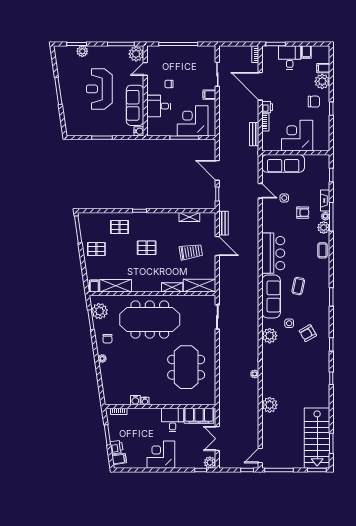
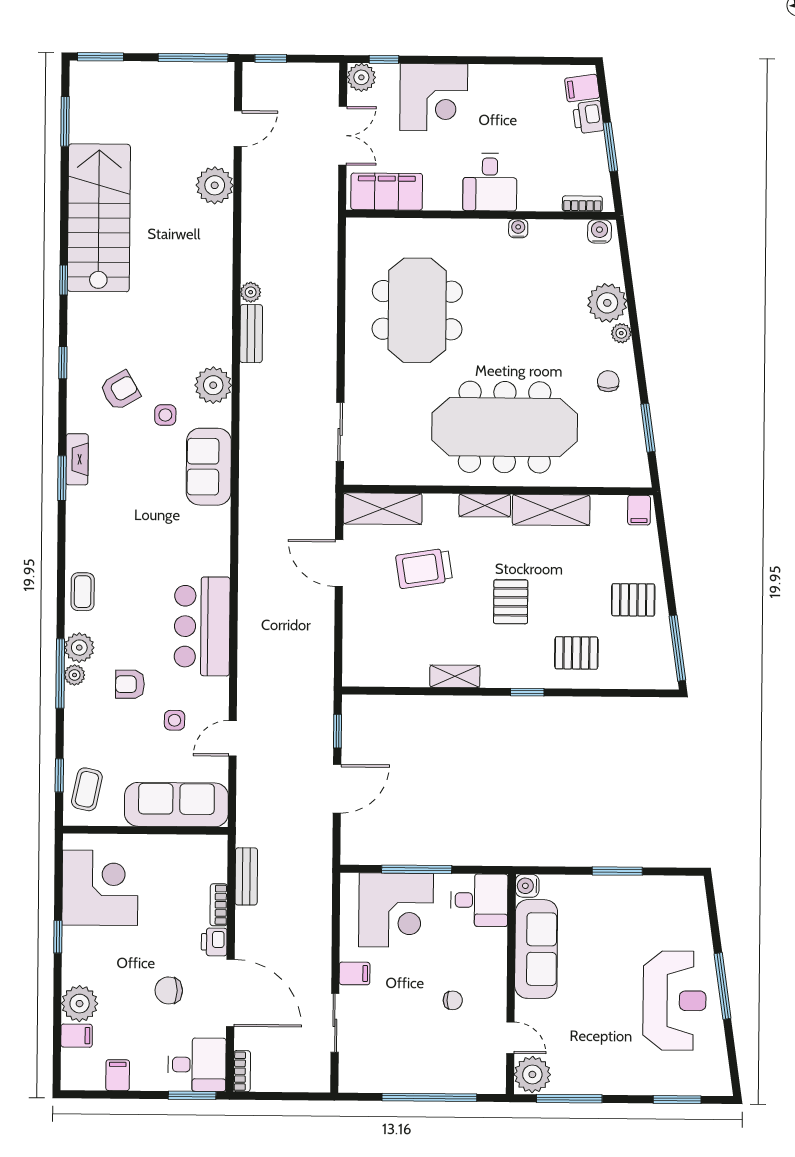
plant: (82, 51) -> (663, 1082), removed
desk: (290, 58) -> (197, 1065), moved, turned -90
door: (145, 69) -> (510, 1038), hinge flipped
reception desk: (99, 89) -> (675, 1001), moved
chair: (314, 102) -> (169, 990), moved
desk: (159, 106) -> (479, 900), moved
corner desk: (297, 136) -> (100, 888), moved, turned -90
door: (217, 170) -> (337, 789), hinge flipped
door: (260, 191) -> (233, 738), hinge flipped
fireplace: (325, 201) -> (77, 459), moved
shelving: (189, 217) -> (455, 676), moved
bench: (223, 223) -> (251, 334), moved
door: (217, 246) -> (339, 563), moved
pallet: (147, 248) -> (511, 602), turned 90
trolley: (191, 252) -> (424, 568), moved
bar counter: (273, 253) -> (202, 626), moved
shelving: (116, 286) -> (551, 510), moved
coffee table: (298, 286) -> (87, 789), moved
shelving: (172, 287) -> (485, 505), moved
sofa: (271, 296) -> (209, 467), width x0.73
plant: (100, 311) -> (607, 303), moved
water cooler: (135, 400) -> (599, 231), moved
plant: (270, 405) -> (215, 185), moved
desk: (173, 420) -> (490, 182), moved
stairs: (317, 438) -> (99, 218), moved
corner desk: (161, 455) -> (434, 97), moved
door: (260, 455) -> (238, 129), moved

